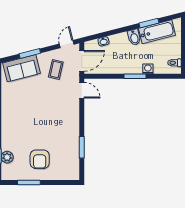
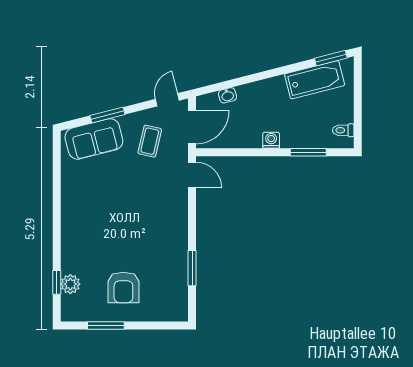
window: (149, 23) -> (331, 58), moved
bidet: (134, 37) -> (278, 89), removed
washing machine: (148, 69) -> (271, 140), moved
window: (135, 76) -> (308, 152), moved

